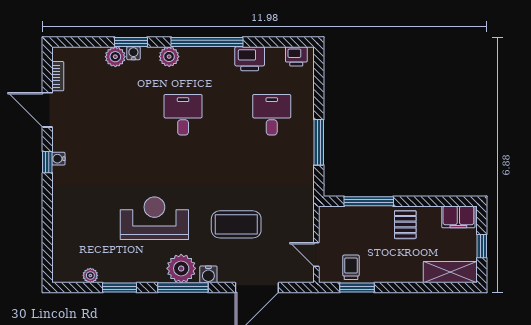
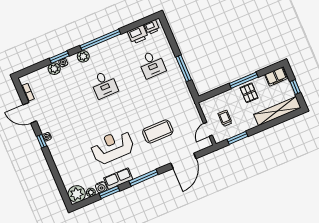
printer: (250, 59) -> (138, 35), moved
desk: (183, 115) -> (104, 85), turned 180
desk: (272, 115) -> (152, 64), turned 180
window: (369, 201) -> (244, 80), moved
door: (316, 255) -> (208, 129), hinge flipped
trolley: (351, 267) -> (225, 118), moved
plant: (181, 268) -> (77, 194), moved
row of seats: (143, 272) -> (118, 179), added
shelving: (450, 272) -> (277, 111), width x1.47
water cooler: (208, 274) -> (101, 187), moved

